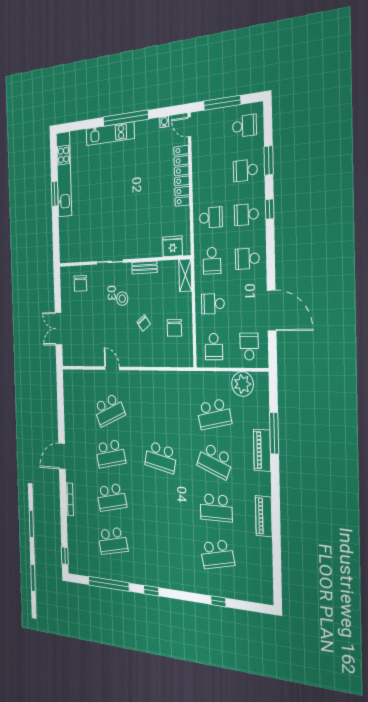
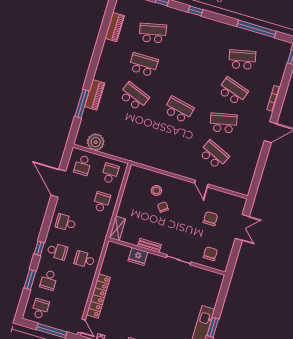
school desk: (244, 126) -> (40, 309), turned 90
school desk: (245, 170) -> (49, 280), turned 90
fridge: (173, 246) -> (138, 256), moved
school desk: (247, 259) -> (66, 223), turned 180
school desk: (212, 261) -> (93, 231), removed
stool: (122, 299) -> (156, 190), moved
school desk: (213, 304) -> (102, 202), turned -90
chair: (174, 328) -> (210, 219), moved
school desk: (109, 410) -> (214, 155), turned 48
school desk: (214, 414) -> (125, 128), removed
school desk: (111, 497) -> (233, 91), turned 30
piano: (264, 516) -> (115, 27), moved
window: (151, 591) -> (195, 11), moved

